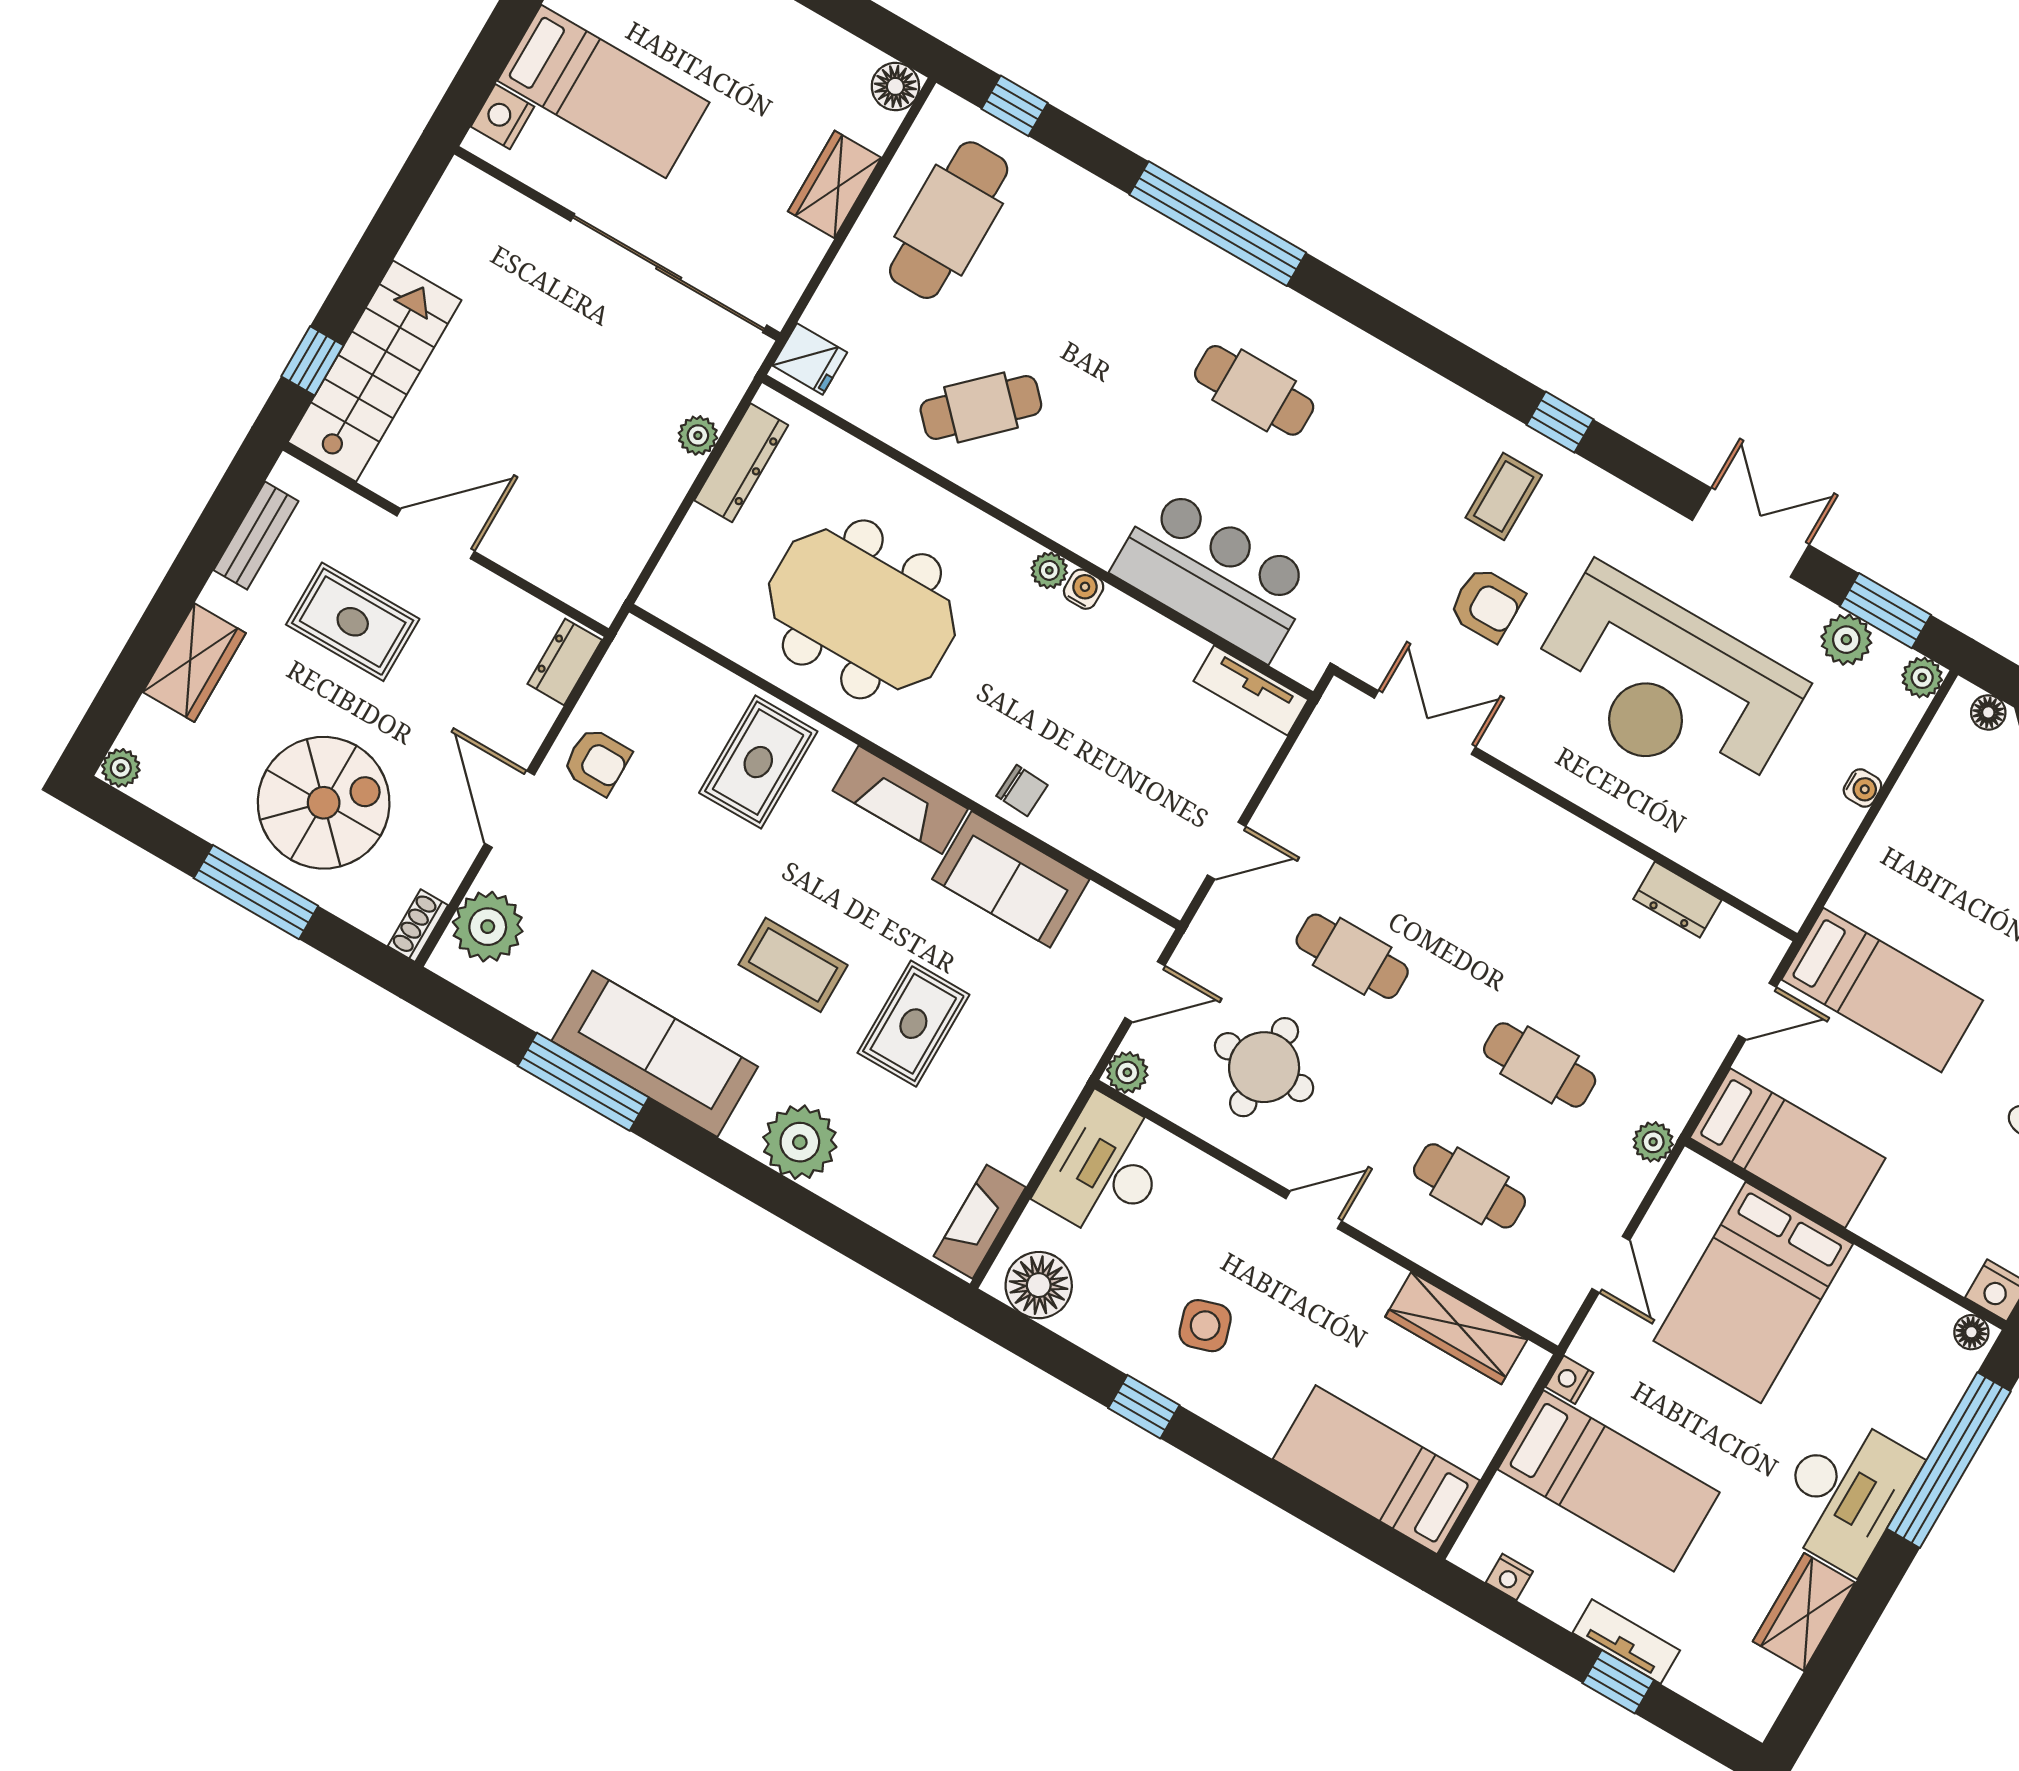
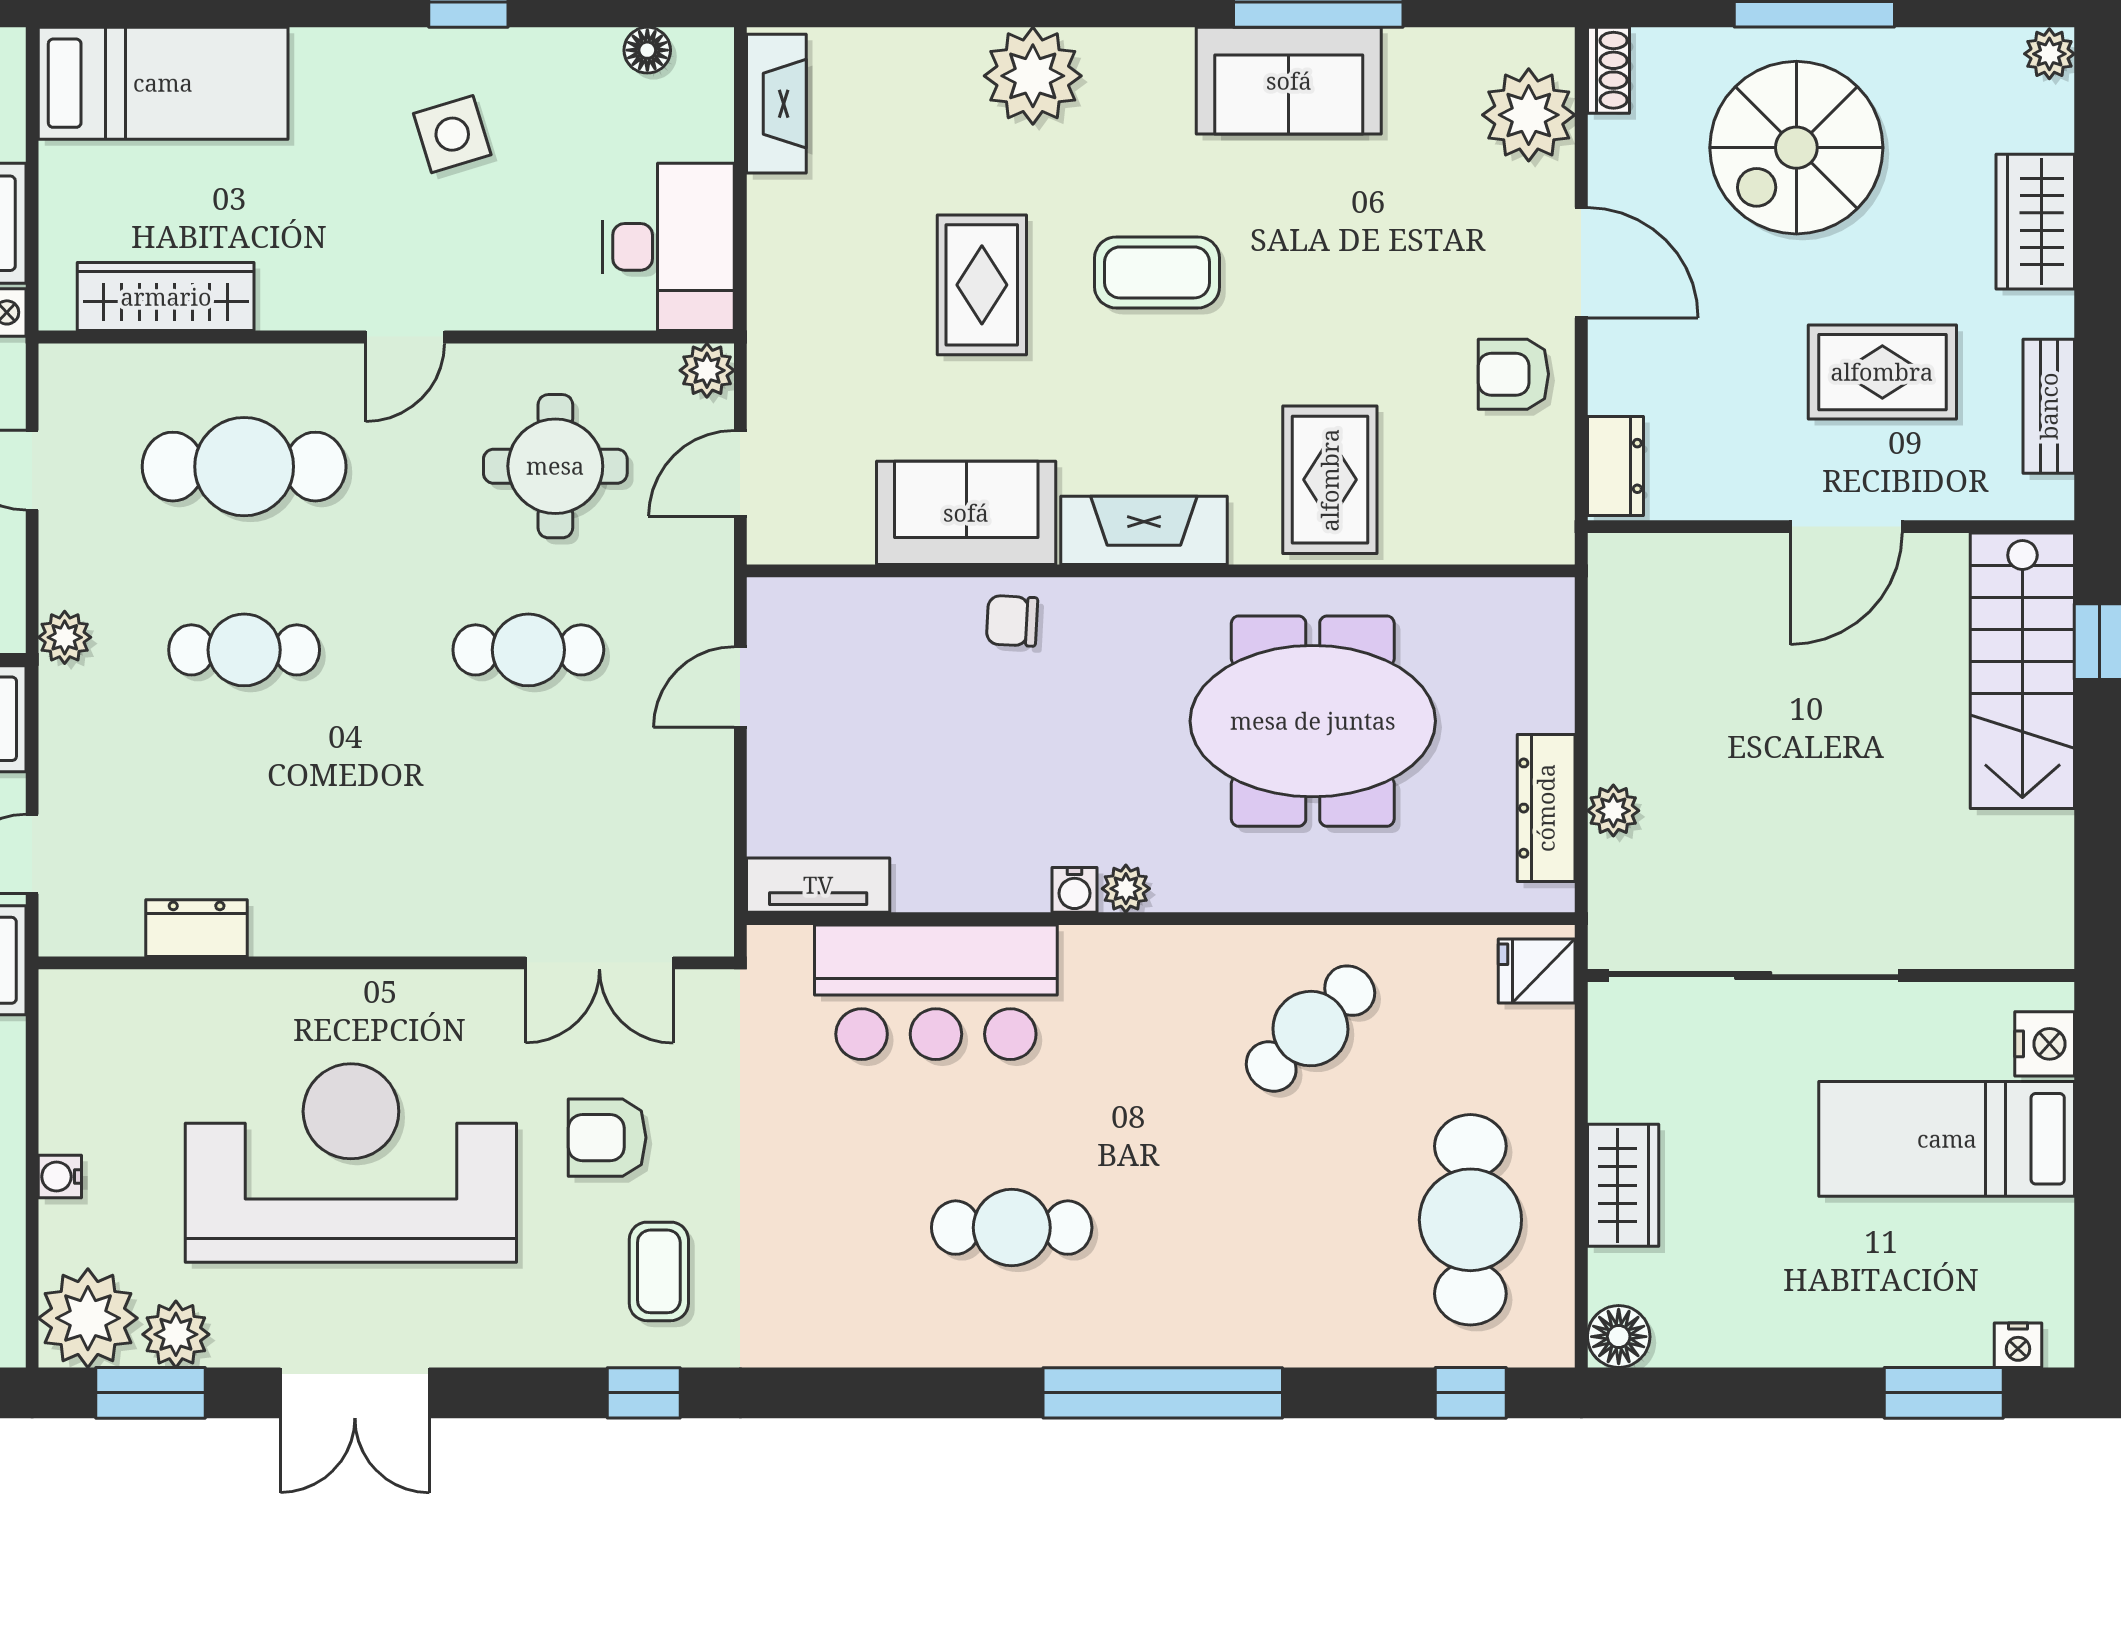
plant: (1922, 677) -> (88, 1318), width x1.88, depth x1.88
sofa: (655, 1054) -> (1289, 81), width x0.73
cafe table: (1469, 1186) -> (244, 467), width x1.37, depth x1.35
floor lamp: (1039, 1285) -> (647, 50), width x0.53, depth x0.53

